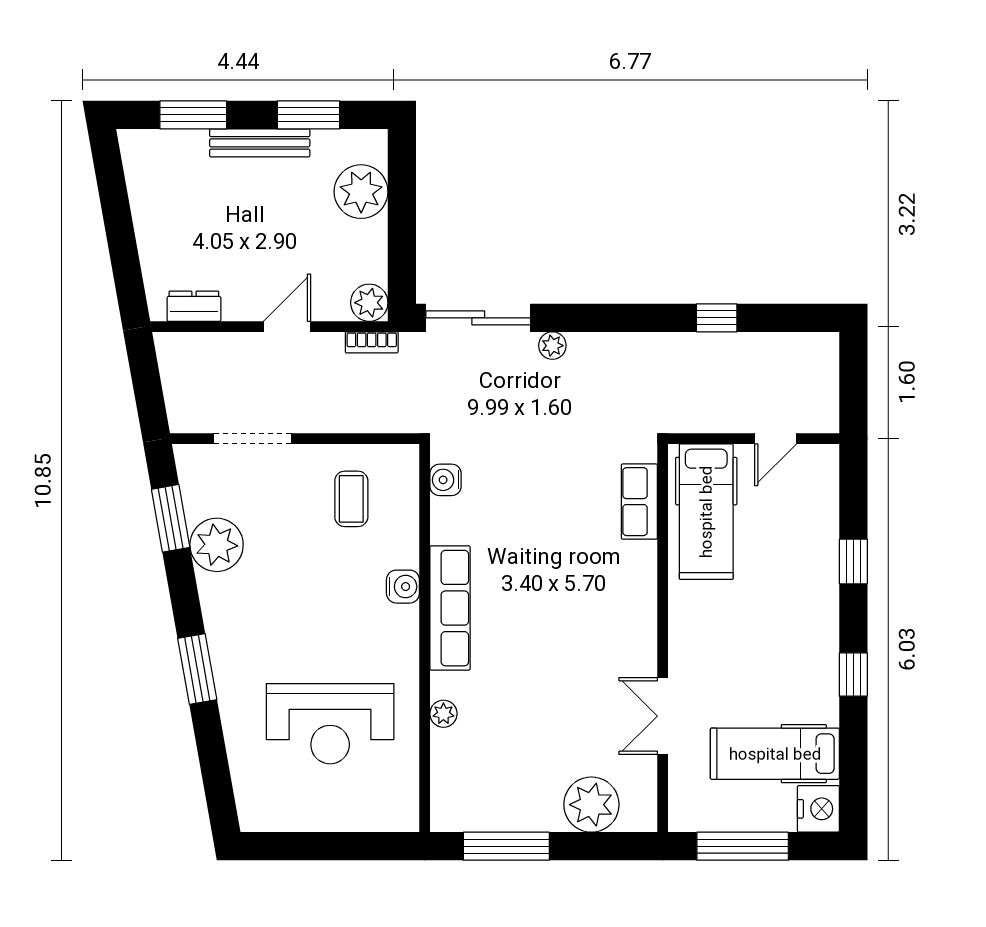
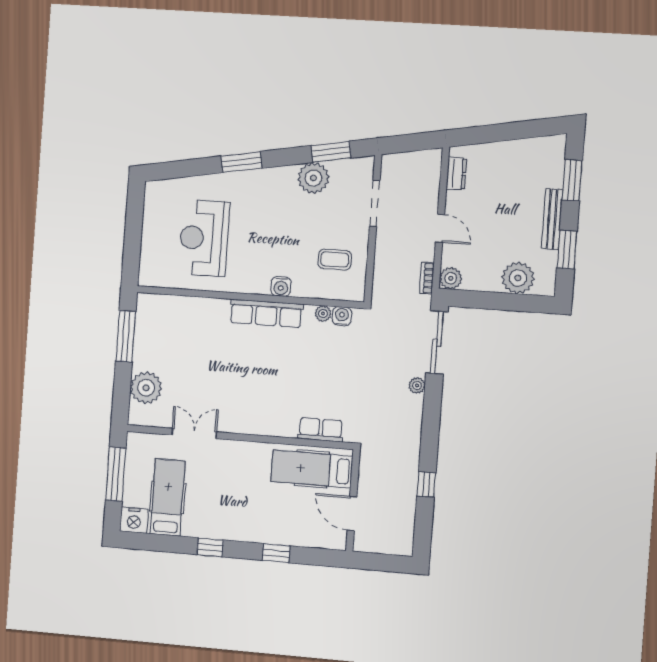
door: (776, 439) -> (352, 514), width x1.38
plant: (443, 714) -> (323, 314), moved

